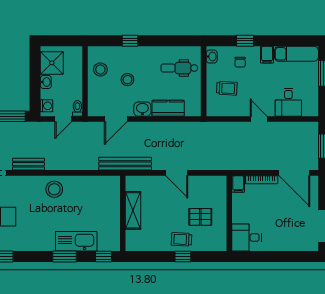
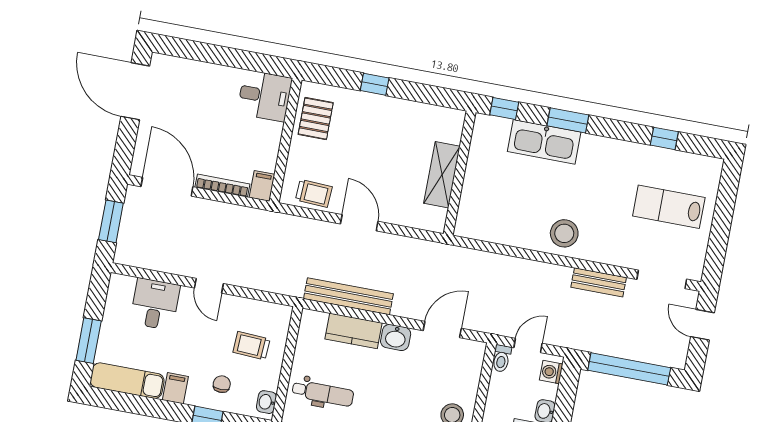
stool: (127, 80) -> (411, 390), removed
bench: (125, 164) -> (348, 296), moved
pallet: (200, 217) -> (316, 119), moved, turned 90
trolley: (182, 239) -> (314, 193), moved

